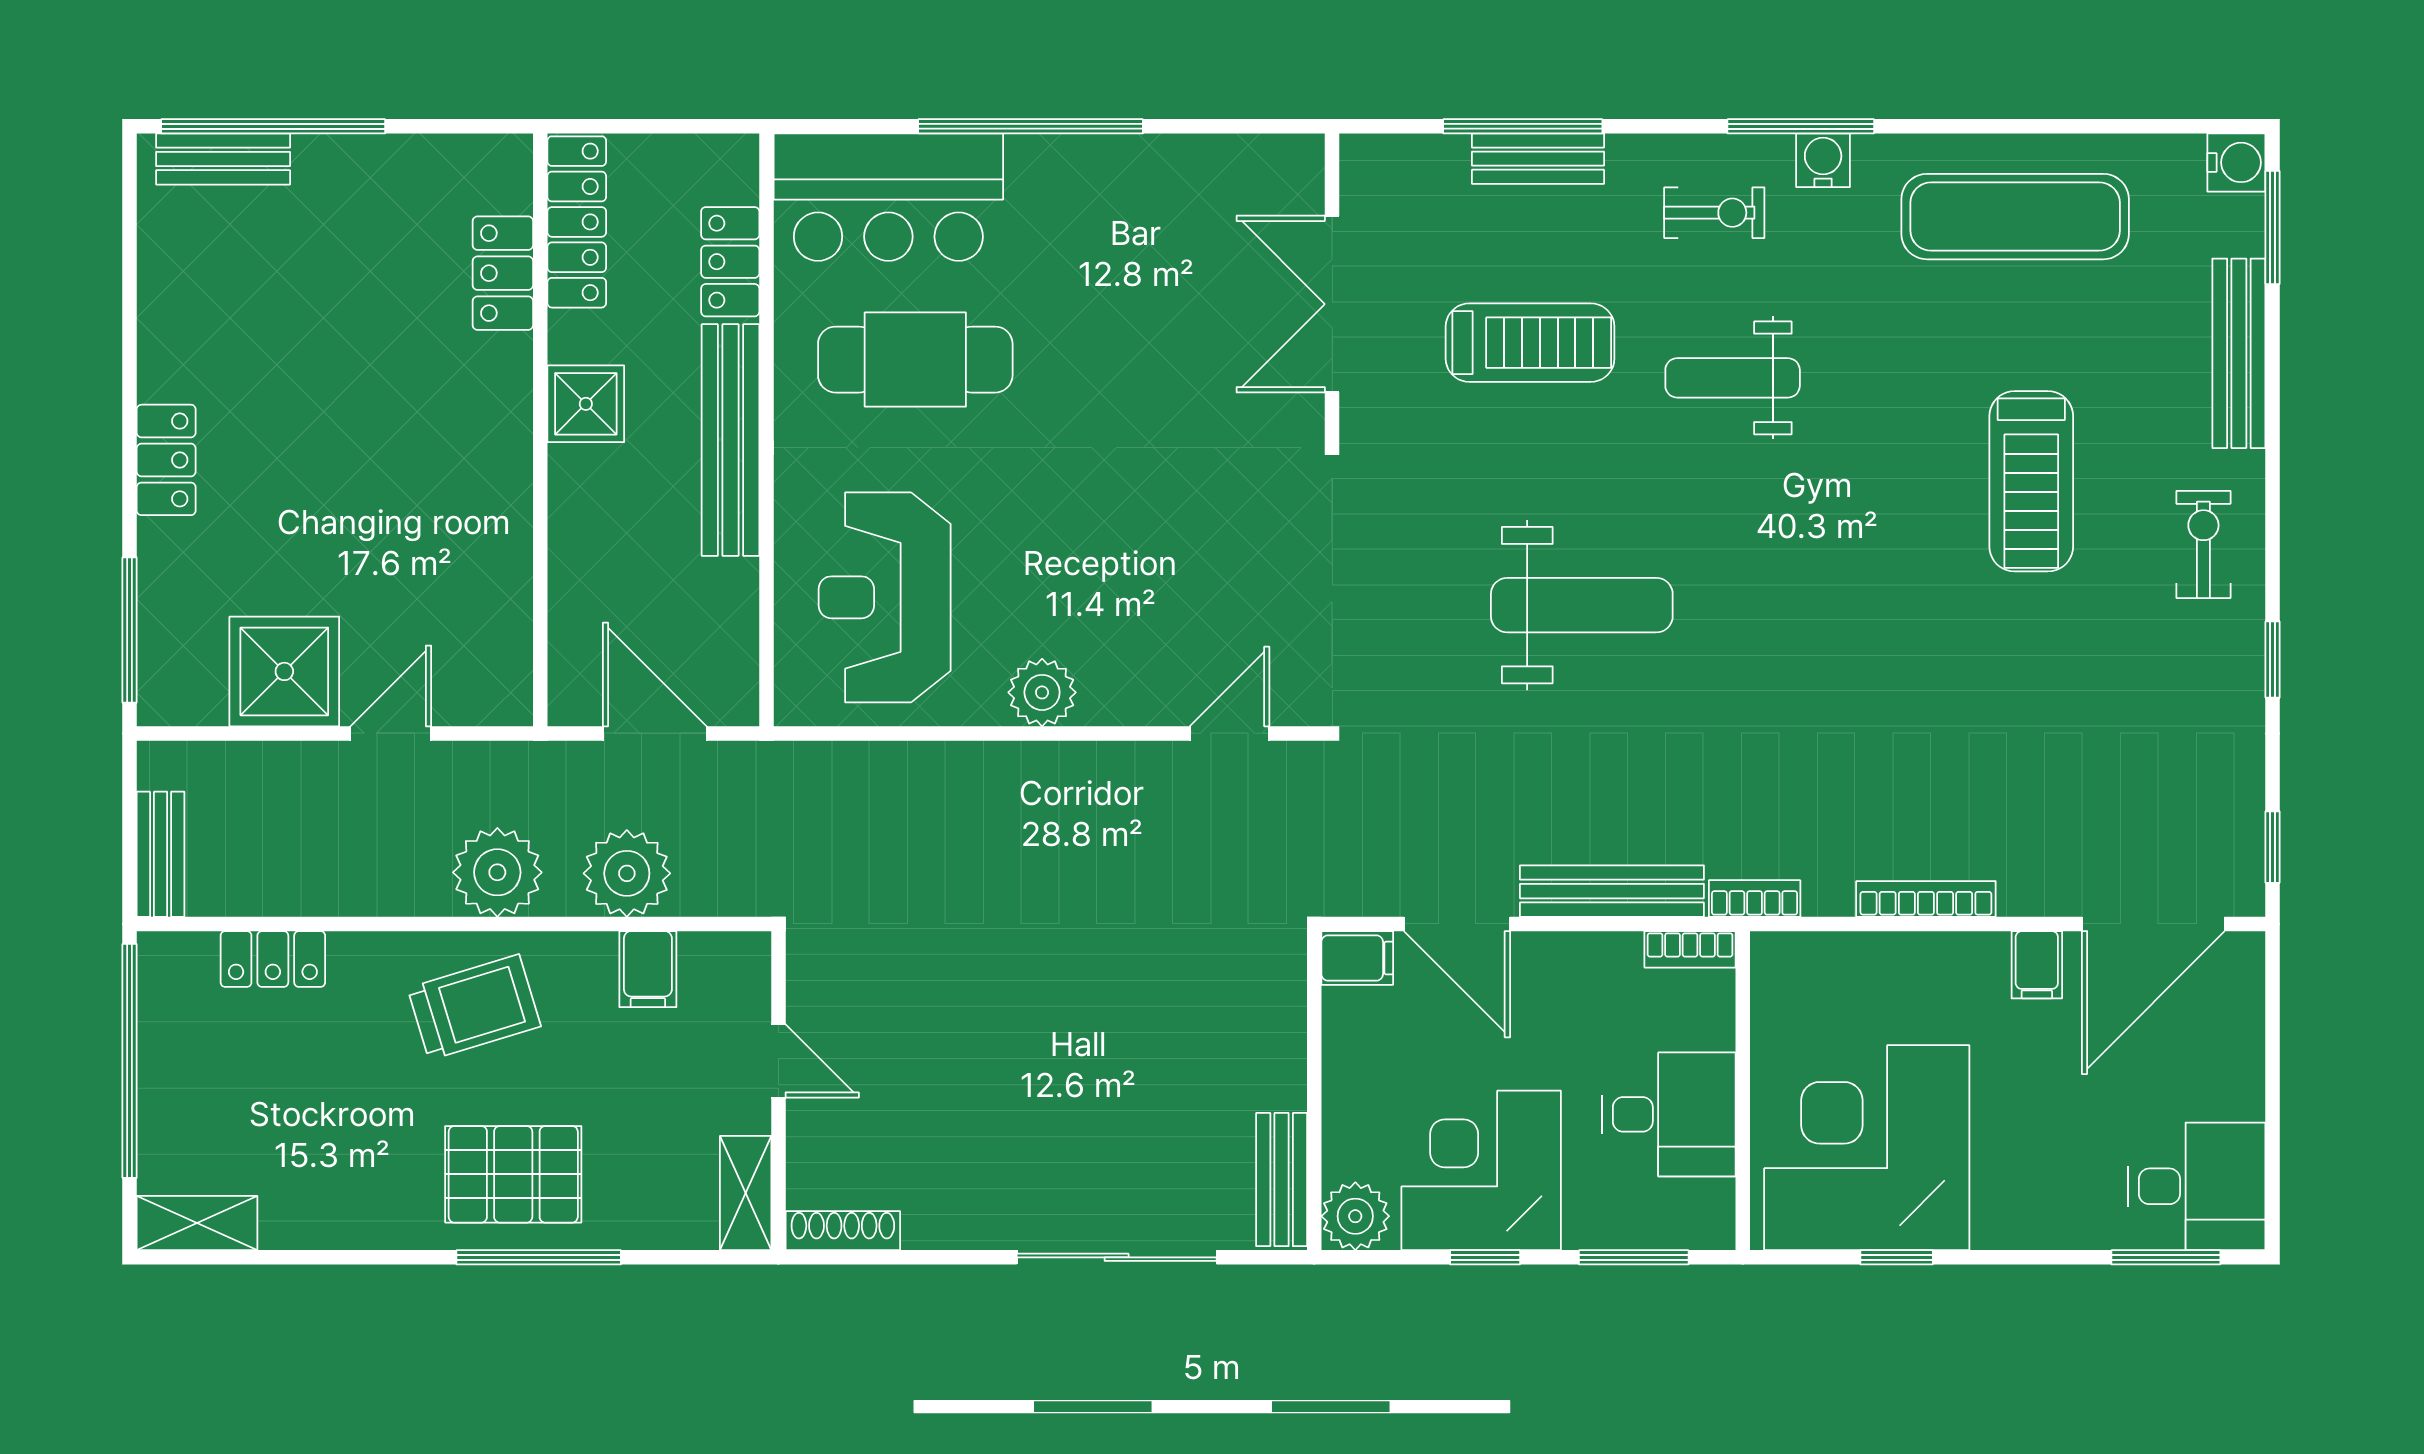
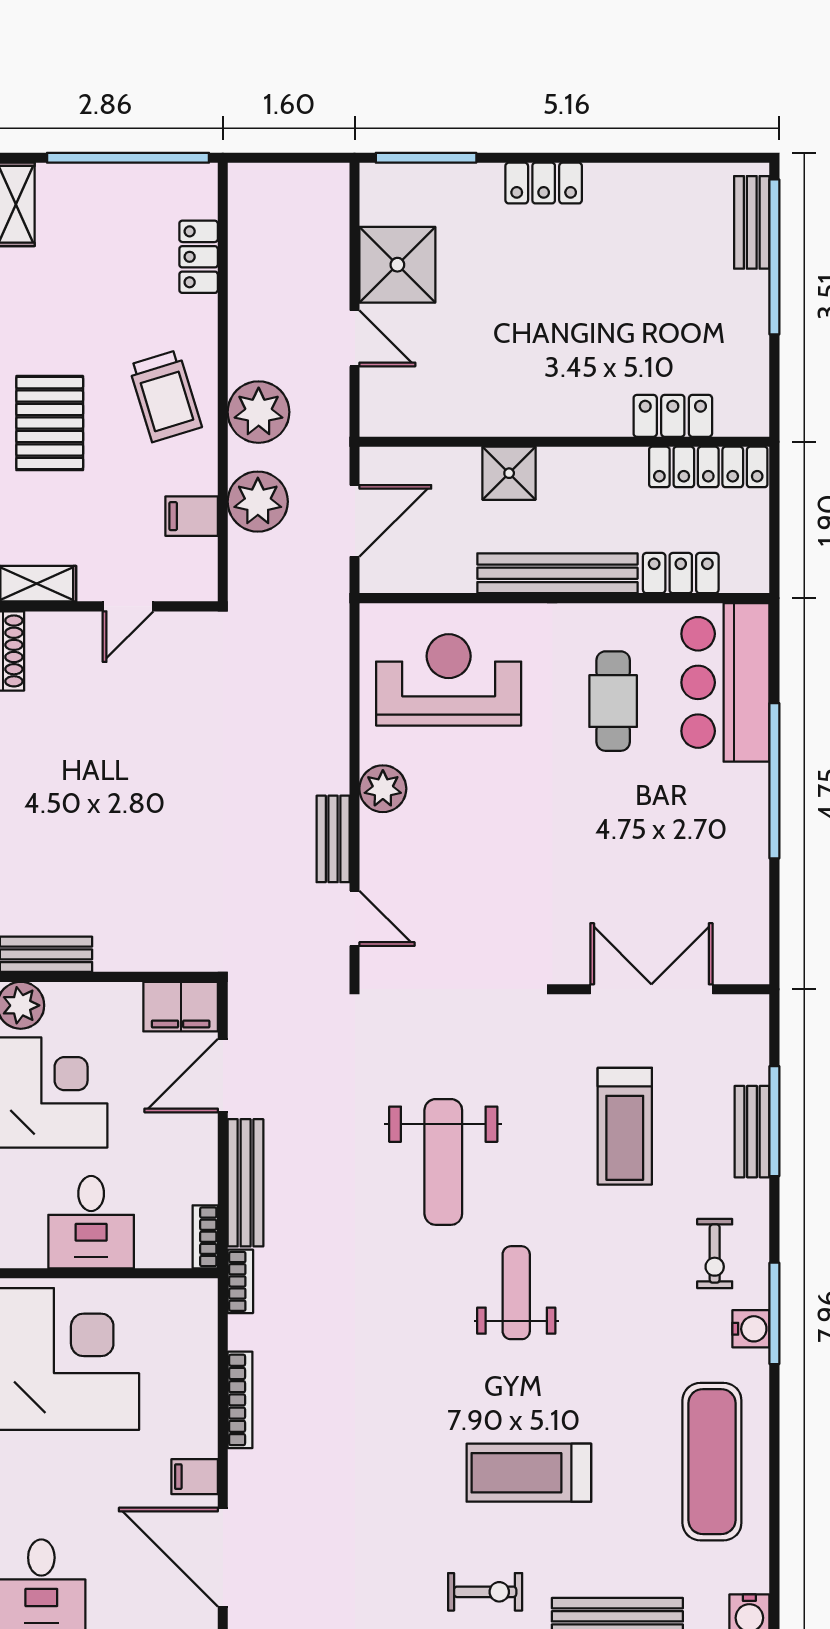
cafe table: (915, 360) -> (613, 701), width x0.73, depth x0.74
weight bench: (1733, 378) -> (516, 1293), moved
shower: (586, 404) -> (509, 473), moved
bench: (161, 854) -> (333, 839), moved, turned 90
filing cabinet: (1357, 958) -> (181, 1007), width x2.00

